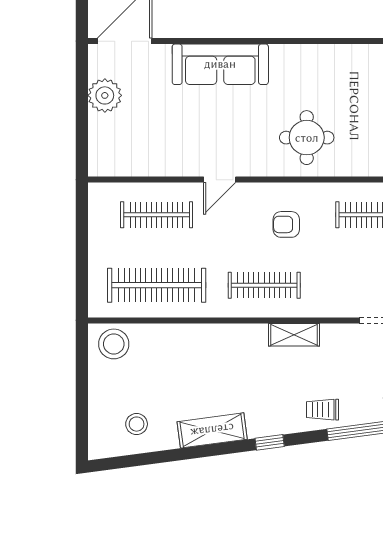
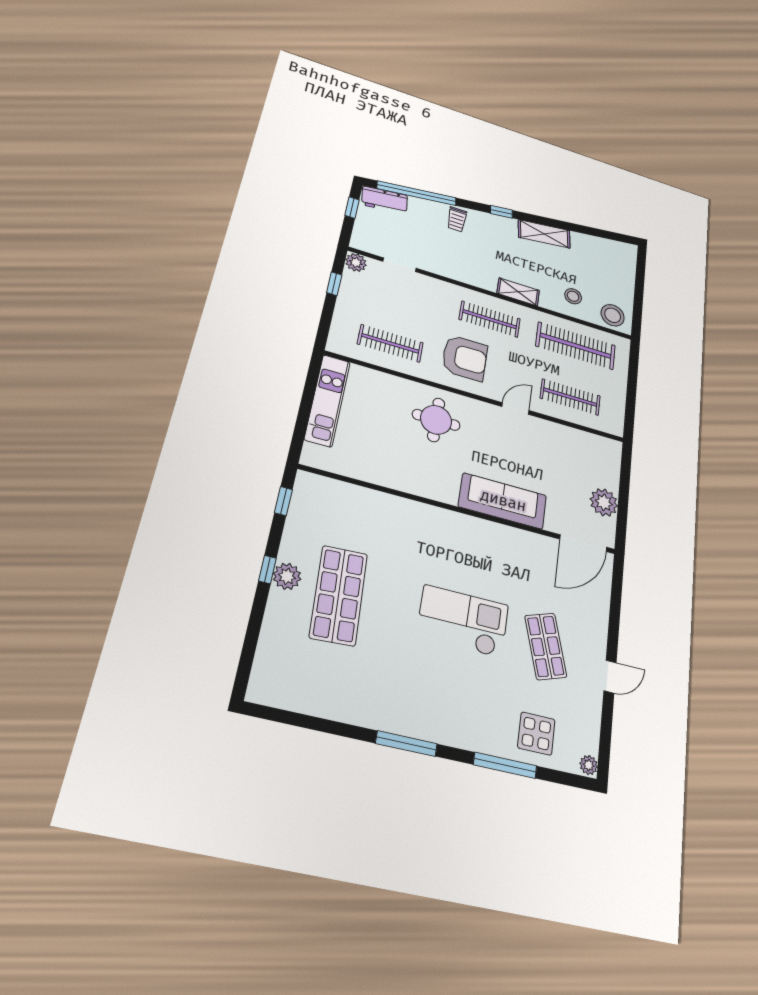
armchair: (286, 224) -> (465, 358), width x1.88, depth x1.88
shelving: (294, 335) -> (518, 292), moved
trolley: (322, 410) -> (457, 219), turned 90
stool: (137, 424) -> (573, 296), moved

